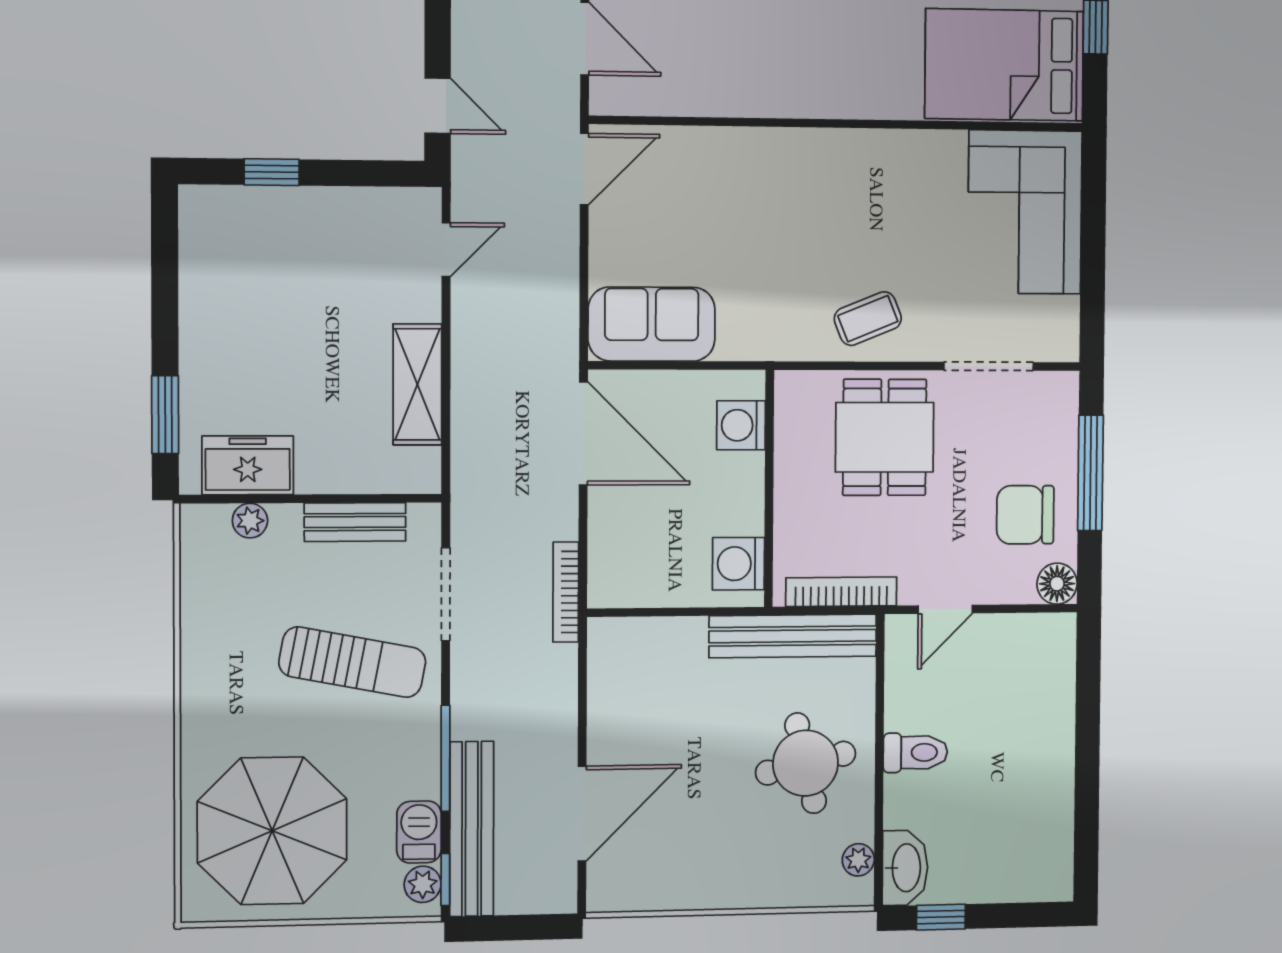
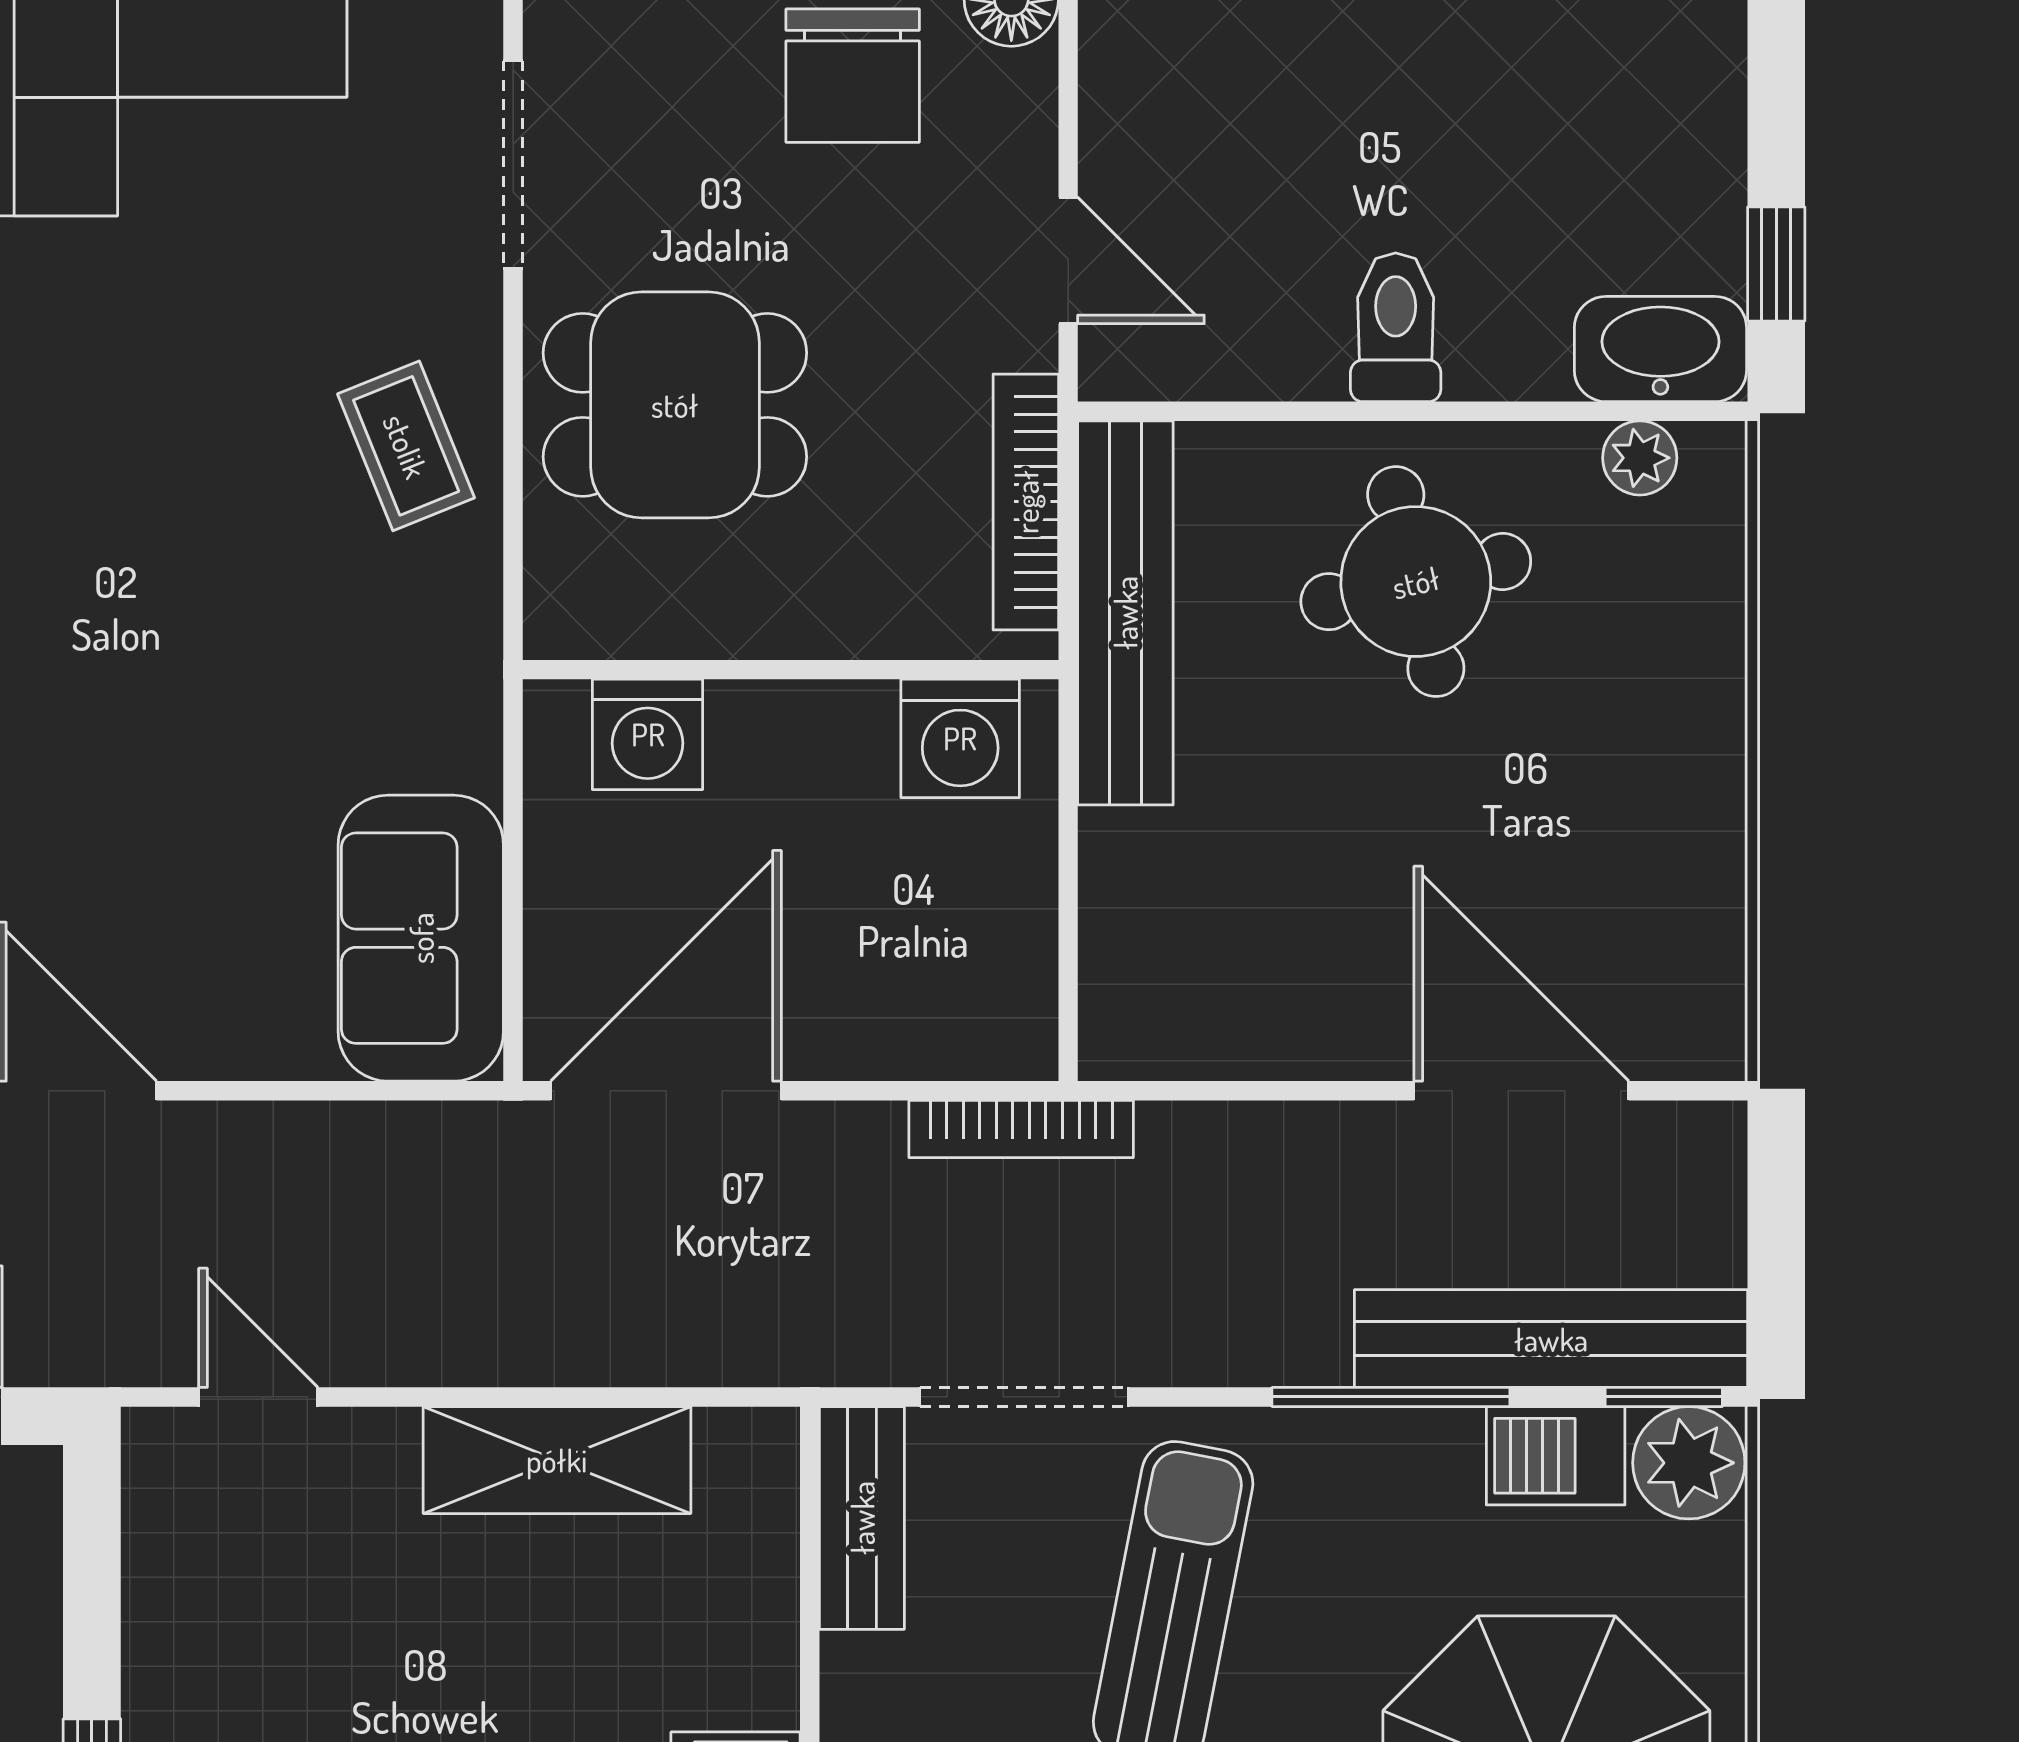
bench: (355, 522) -> (862, 1518), moved
plant: (423, 884) -> (1689, 1463), width x1.38, depth x1.38

